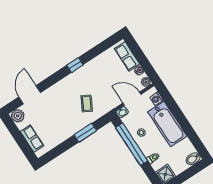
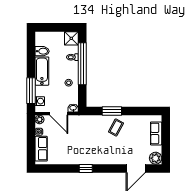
coffee table: (87, 103) -> (116, 127), moved
window: (171, 103) -> (31, 91), added
bathtub: (167, 124) -> (42, 71), width x0.73, depth x0.73
window: (132, 144) -> (82, 64), moved
bidet: (193, 159) -> (42, 51), moved

